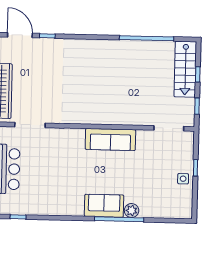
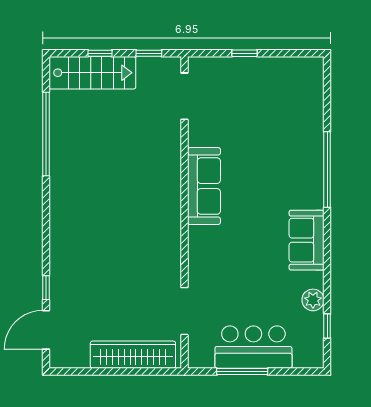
side table: (183, 179) -> (262, 72), removed
sofa: (104, 206) -> (307, 240), moved
plant: (132, 211) -> (313, 300), moved

